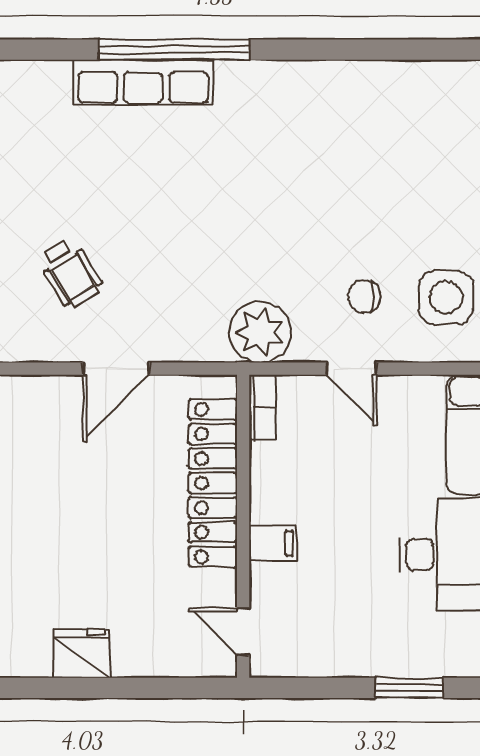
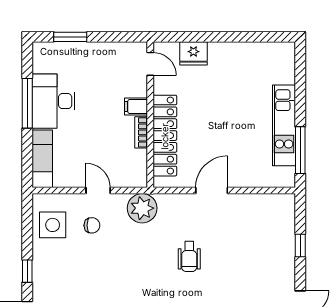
wheelchair: (70, 273) -> (189, 257), moved, turned -148
bookcase: (262, 408) -> (141, 132), moved
fridge: (82, 654) -> (193, 53), moved

